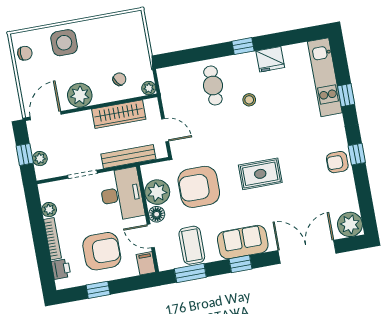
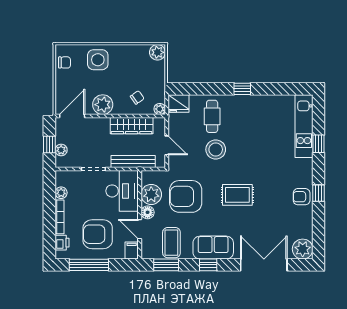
plant: (134, 21) -> (157, 52), added
fridge: (270, 59) -> (179, 104), moved
stool: (249, 100) -> (216, 149), moved, width x1.89, depth x1.89
armchair: (102, 251) -> (98, 234), turned 180
window: (98, 290) -> (89, 265), width x2.17

